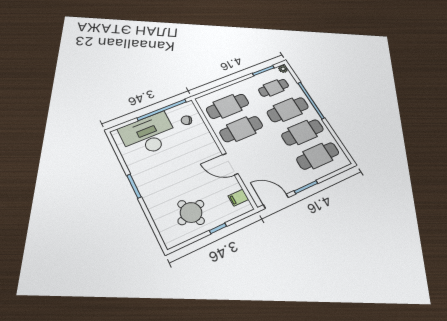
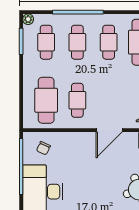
cafe table: (288, 110) -> (77, 42), width x0.73, depth x0.74
cafe table: (241, 129) -> (77, 100), width x0.73, depth x0.74
cafe table: (302, 132) -> (109, 42), width x0.73, depth x0.74

